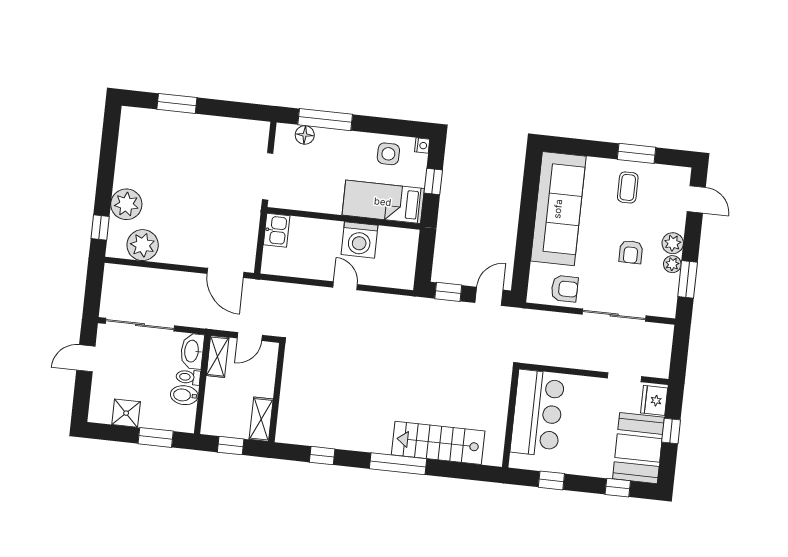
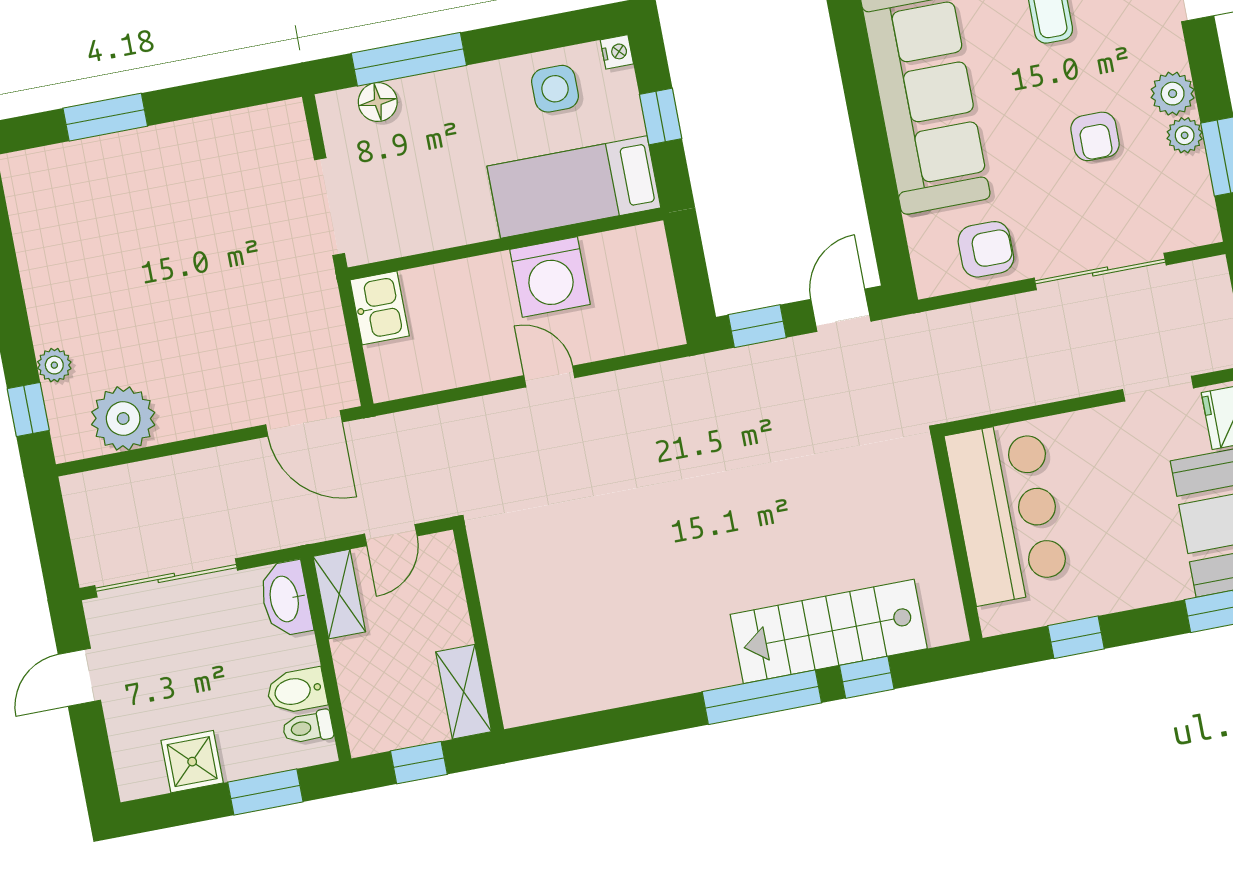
plant: (126, 204) -> (54, 365), width x0.53, depth x0.53
toilet: (188, 377) -> (308, 727), moved
window: (322, 456) -> (867, 677), moved

